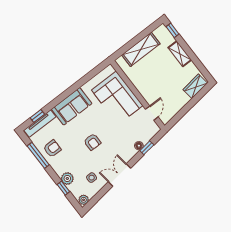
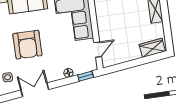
armchair: (92, 142) -> (27, 45), width x1.88, depth x1.88
window: (147, 148) -> (86, 76), moved

